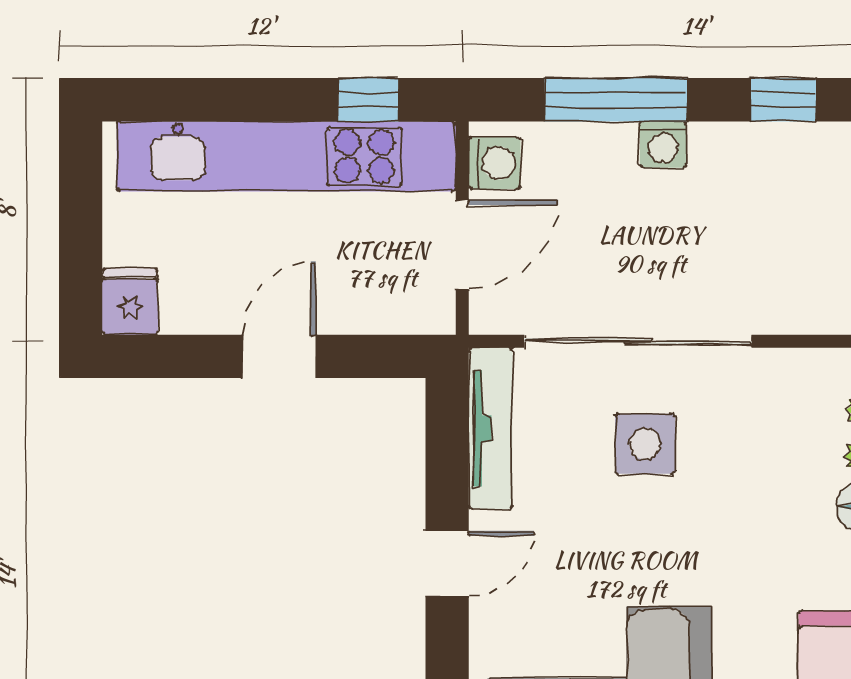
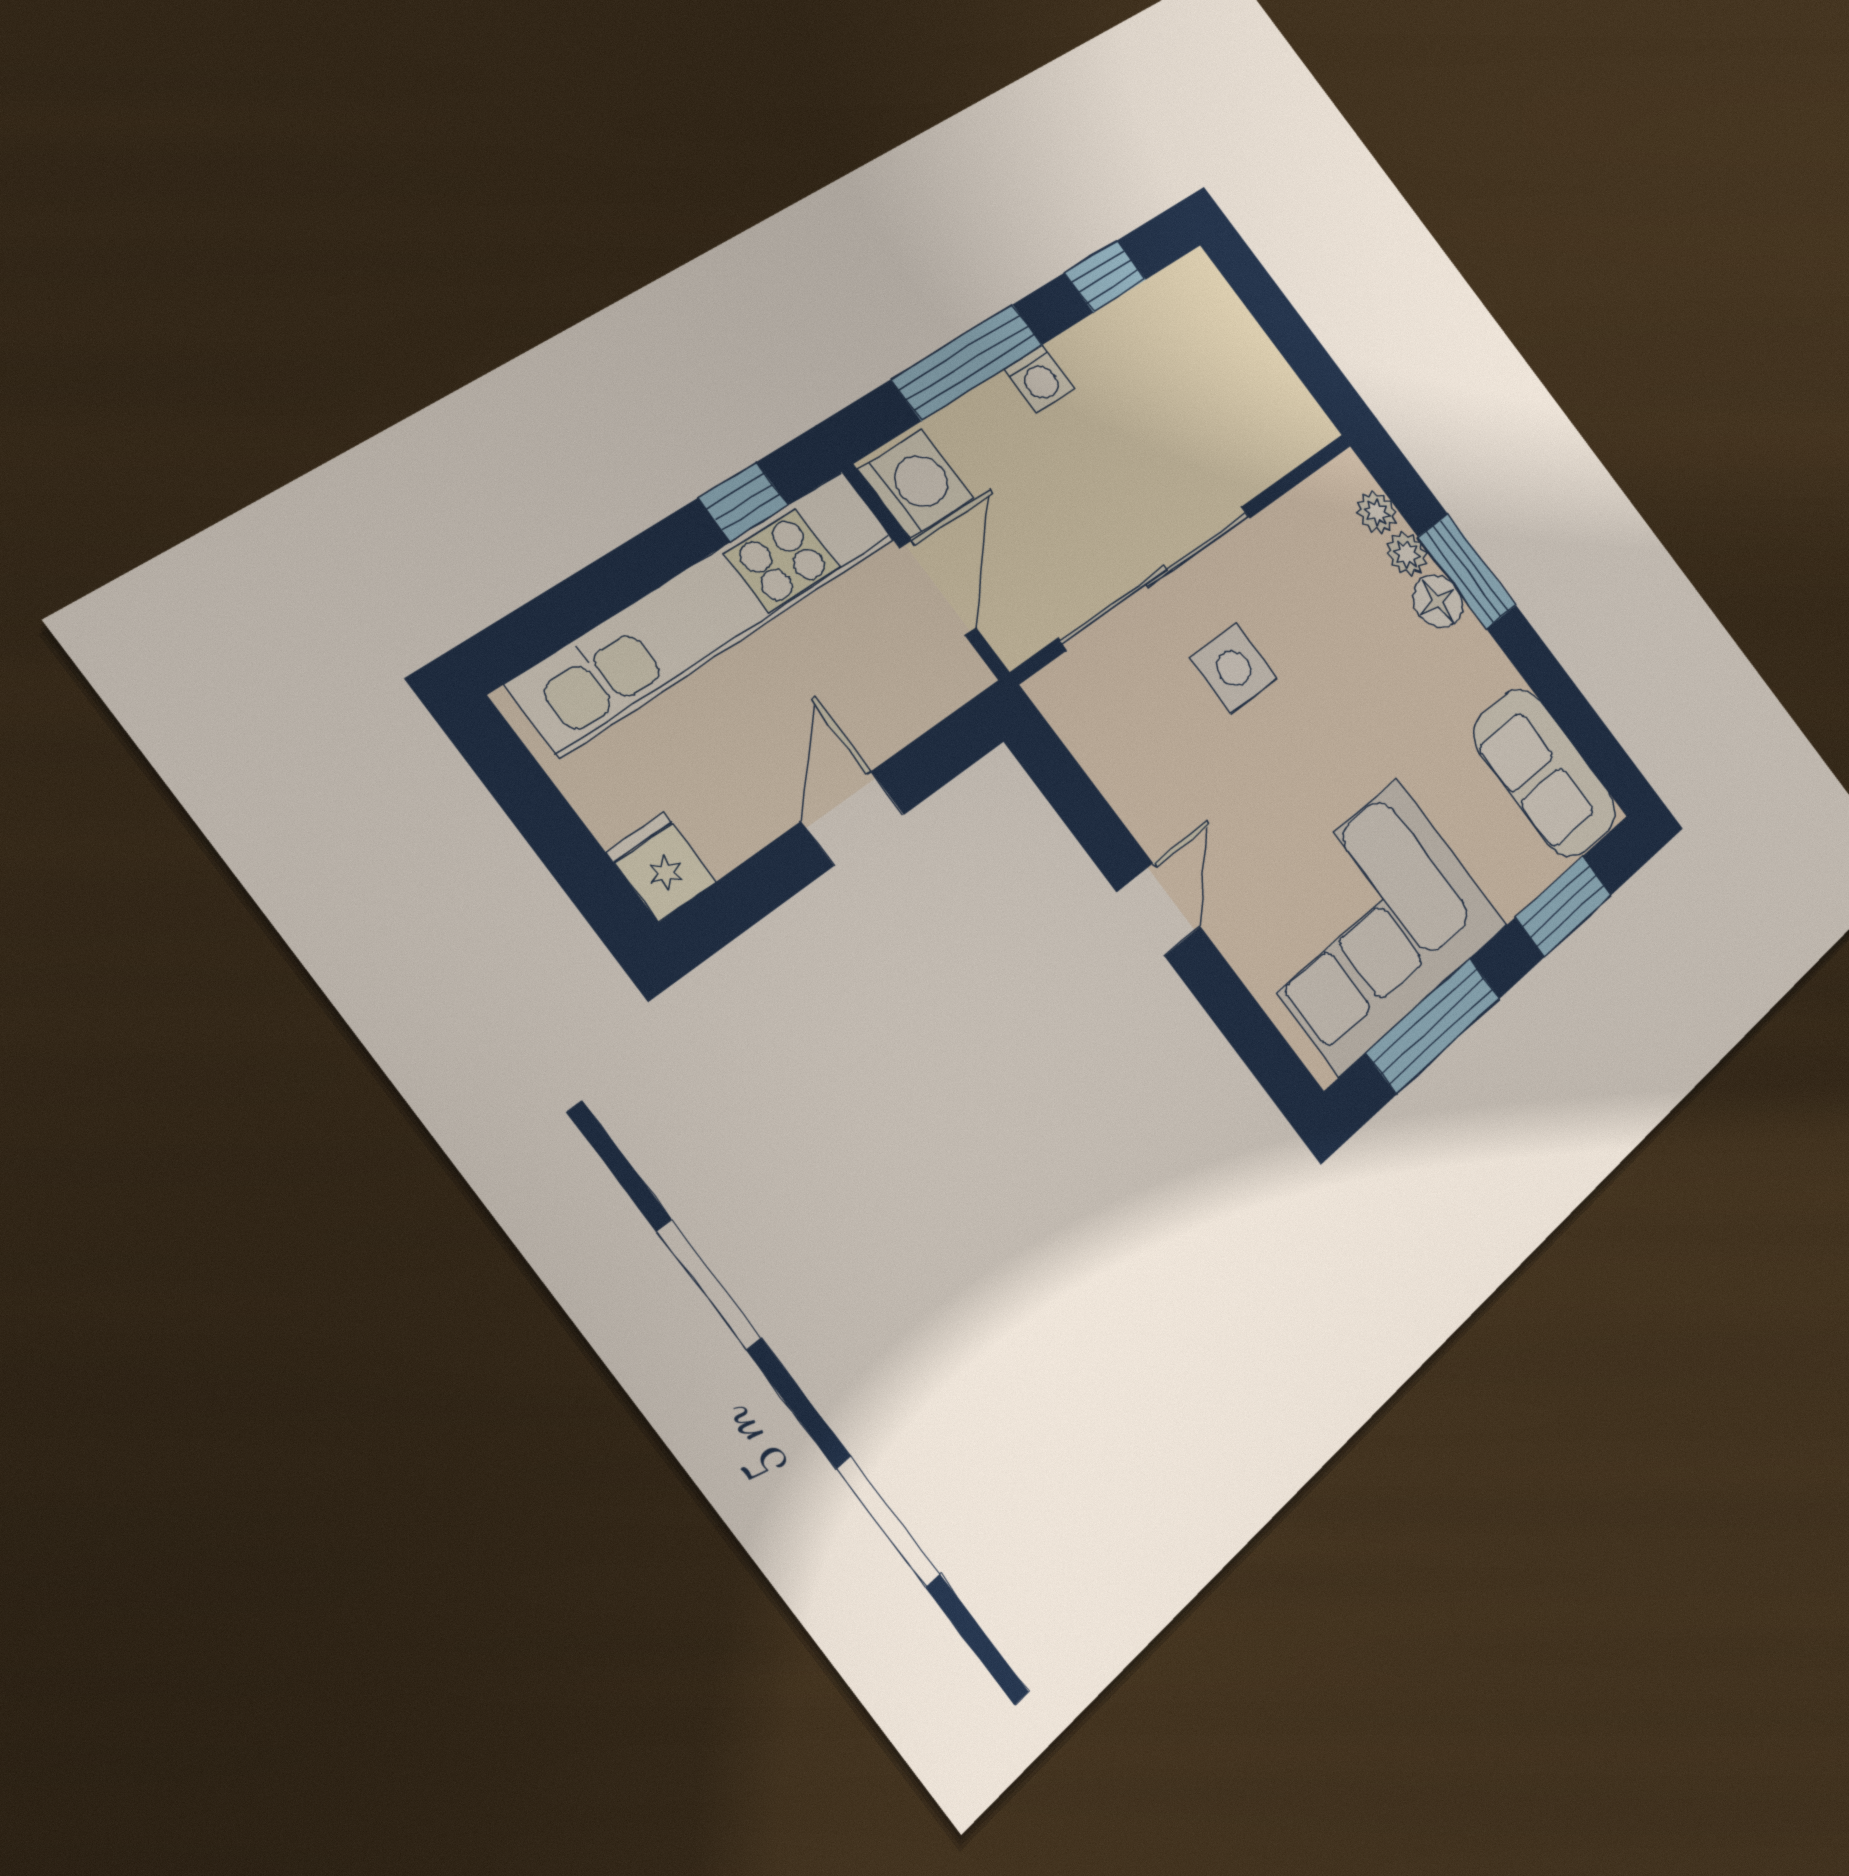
washing machine: (495, 163) -> (916, 484), width x1.38, depth x1.38
tv unit: (491, 428) -> (1097, 749), removed

